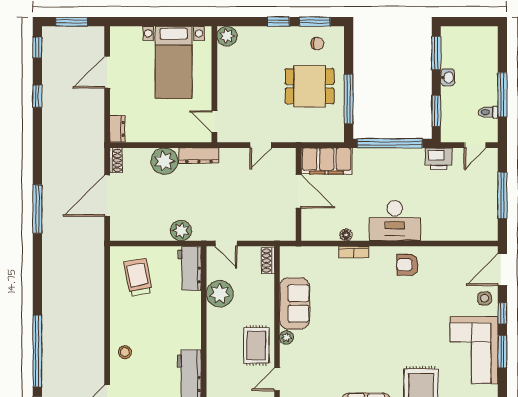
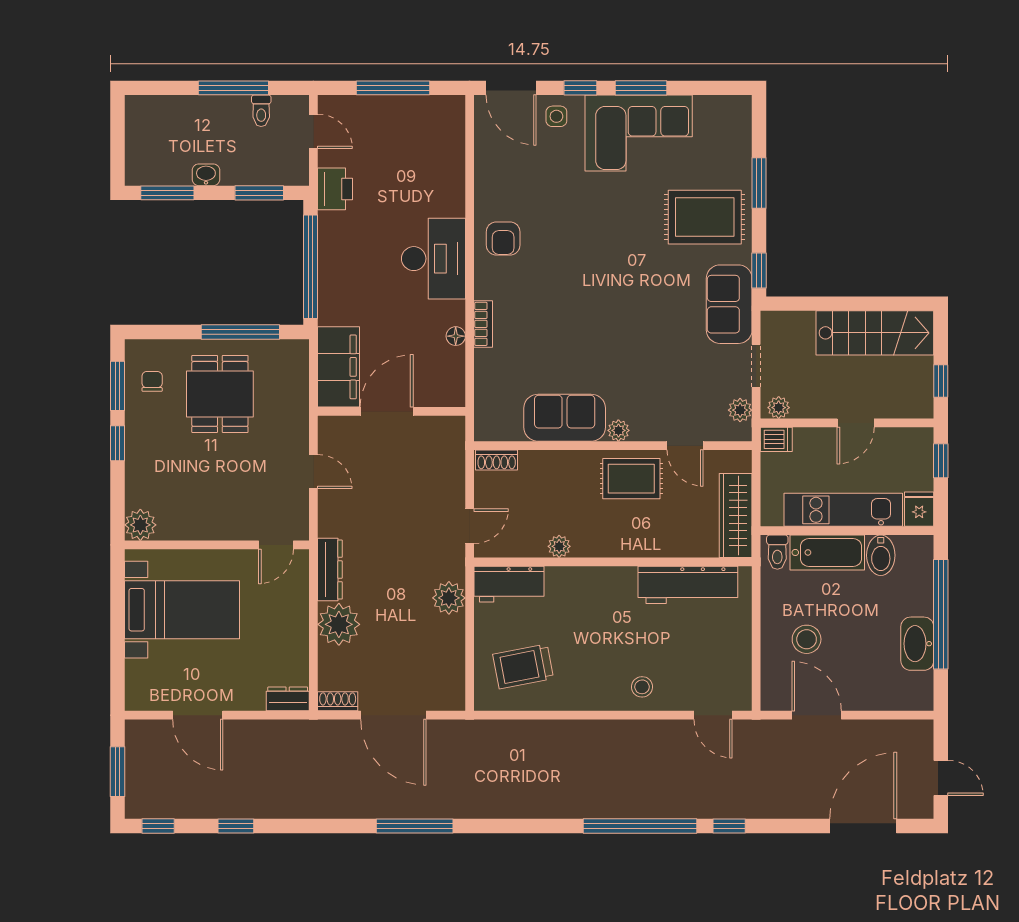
plant: (220, 294) -> (559, 546), width x0.53, depth x0.53

